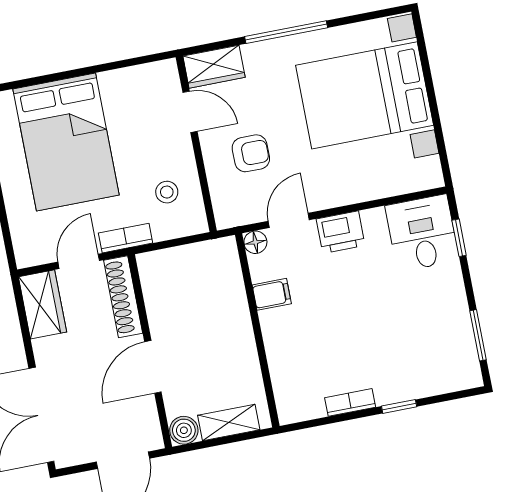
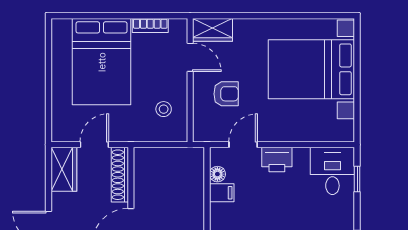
window: (286, 32) -> (266, 16), removed
bookcase: (126, 238) -> (150, 25), moved, turned 180
floor lamp: (255, 242) -> (217, 174), moved

